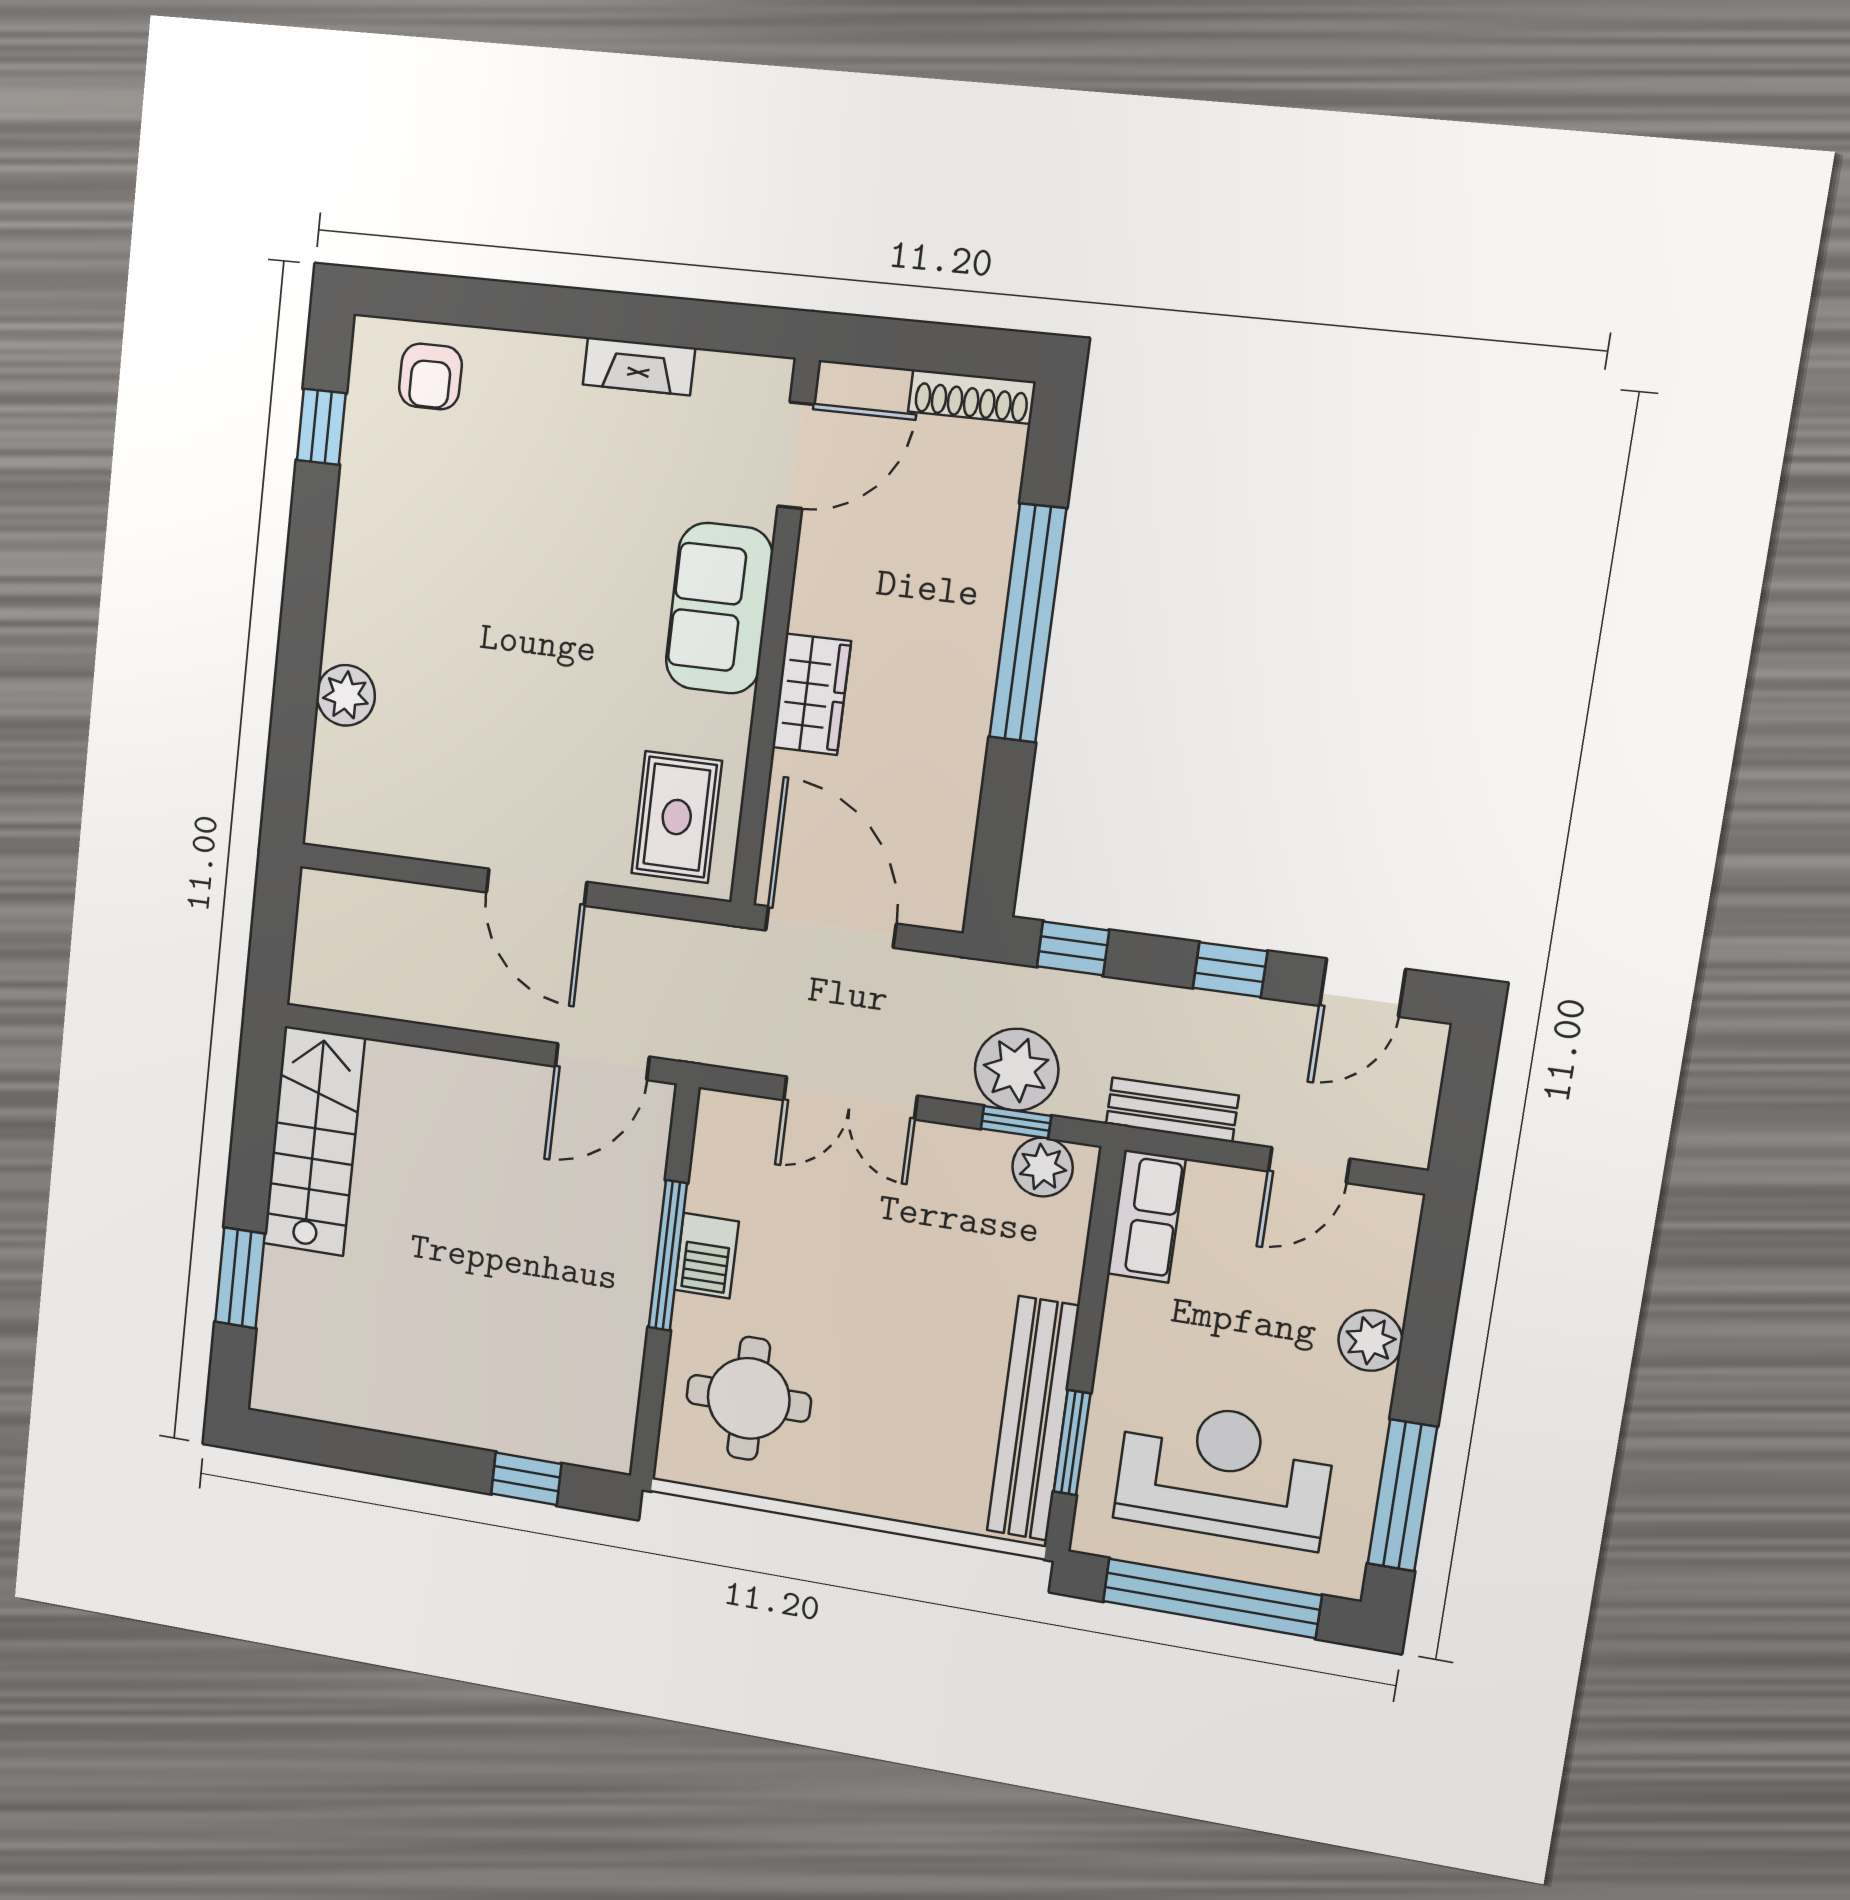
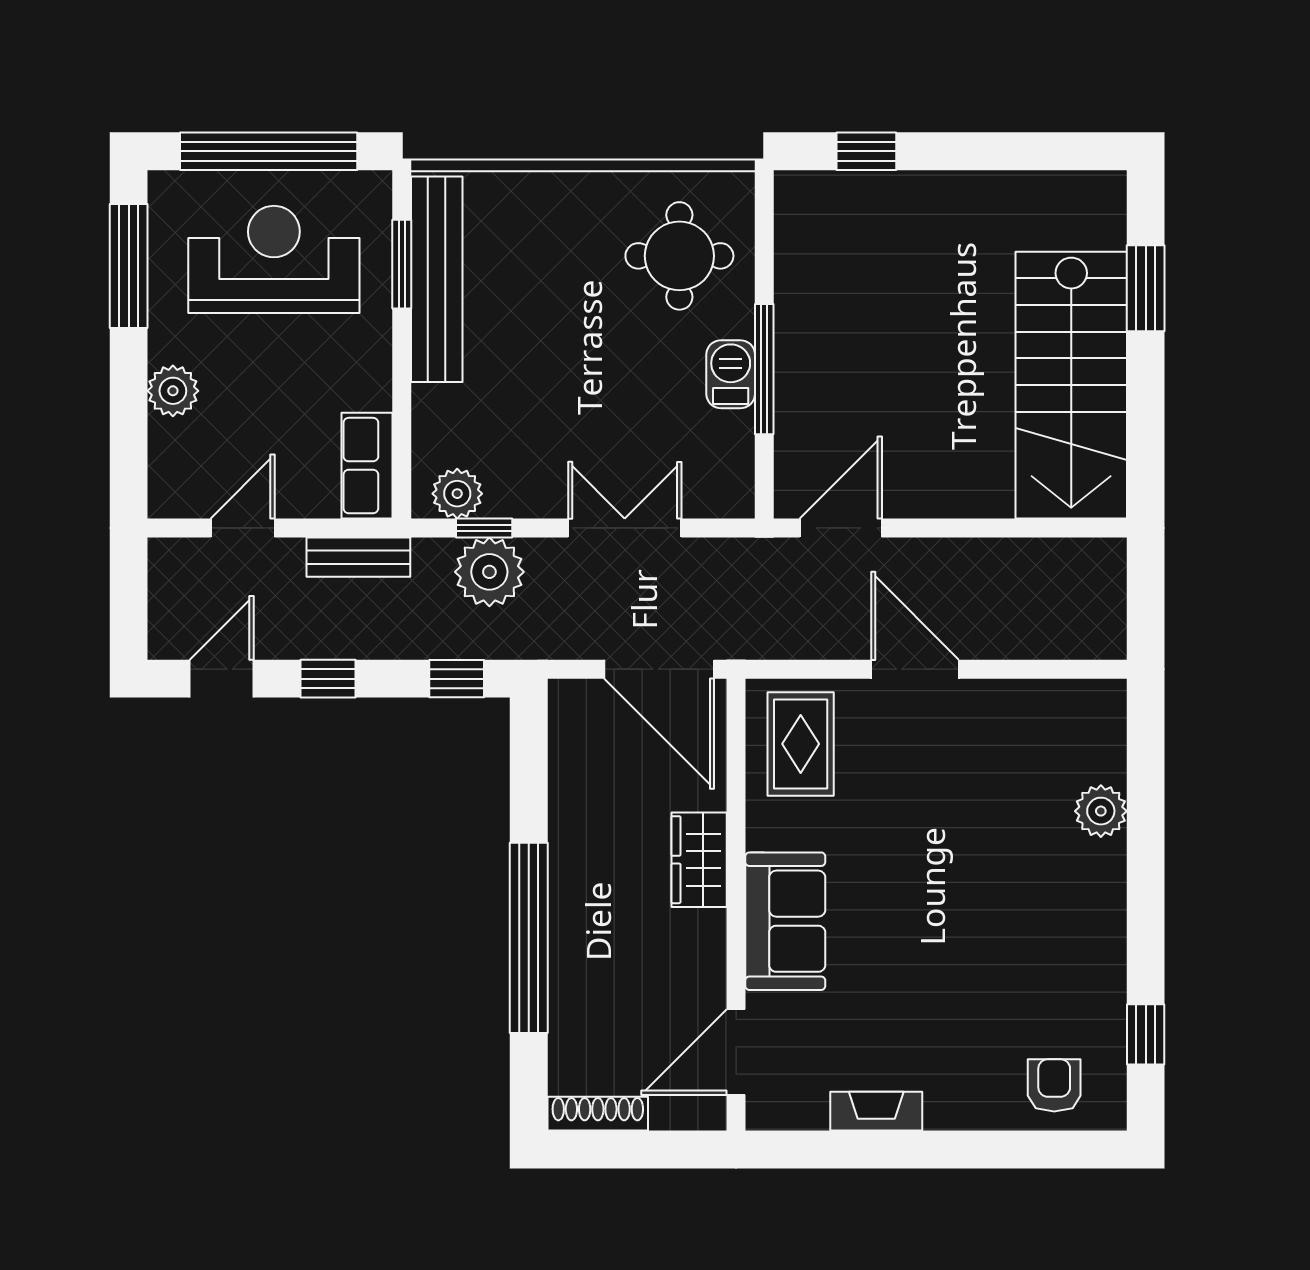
stairs: (314, 1141) -> (1071, 385), width x1.36, depth x1.51
reception desk: (1224, 1473) -> (274, 259), turned 180

